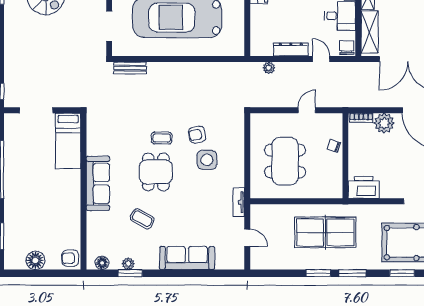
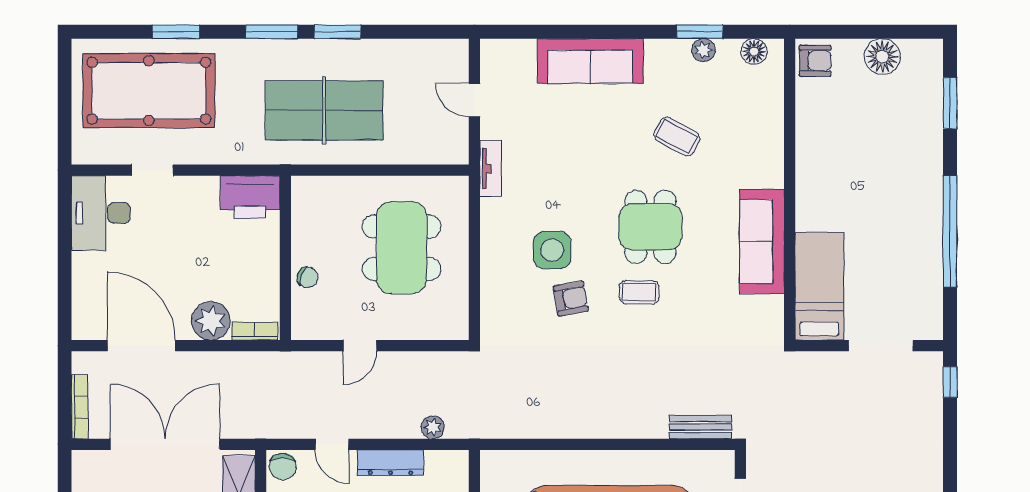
sofa: (98, 183) -> (762, 241), moved

